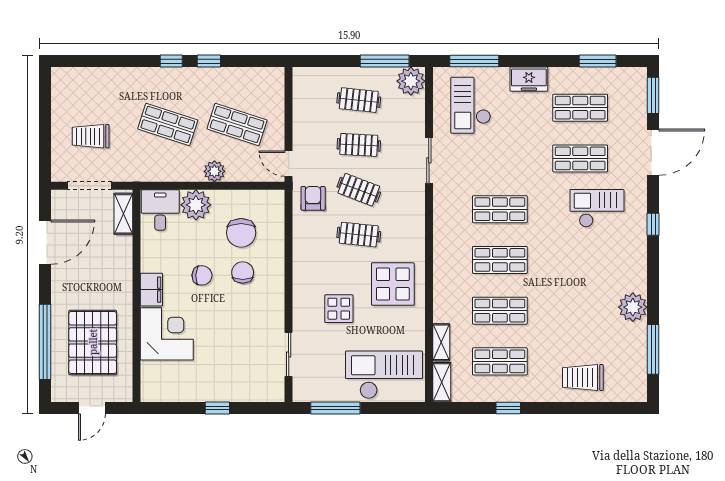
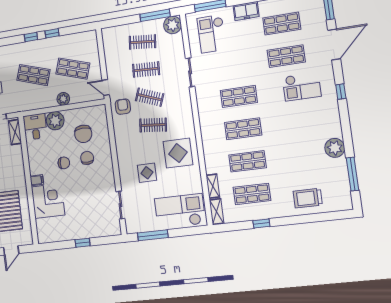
checkout: (597, 208) -> (302, 87), turned 180
filing cabinet: (151, 290) -> (37, 180), width x0.50

